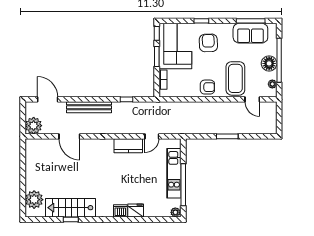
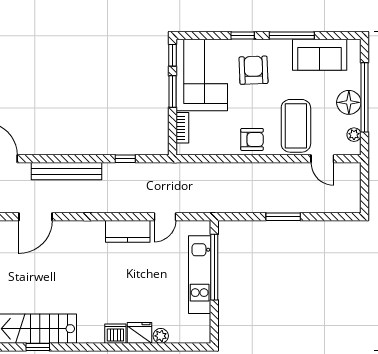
window: (251, 21) -> (292, 36), moved
door: (69, 136) -> (36, 217), hinge flipped
window: (183, 185) -> (214, 267), moved
plant: (175, 212) -> (161, 336), moved

